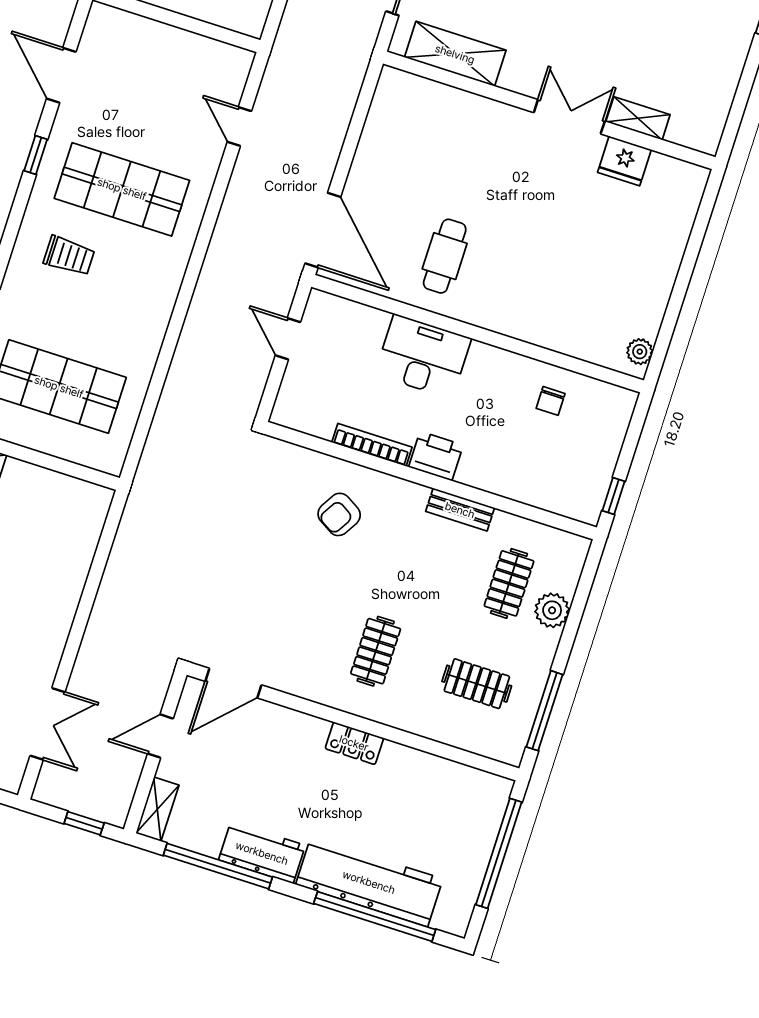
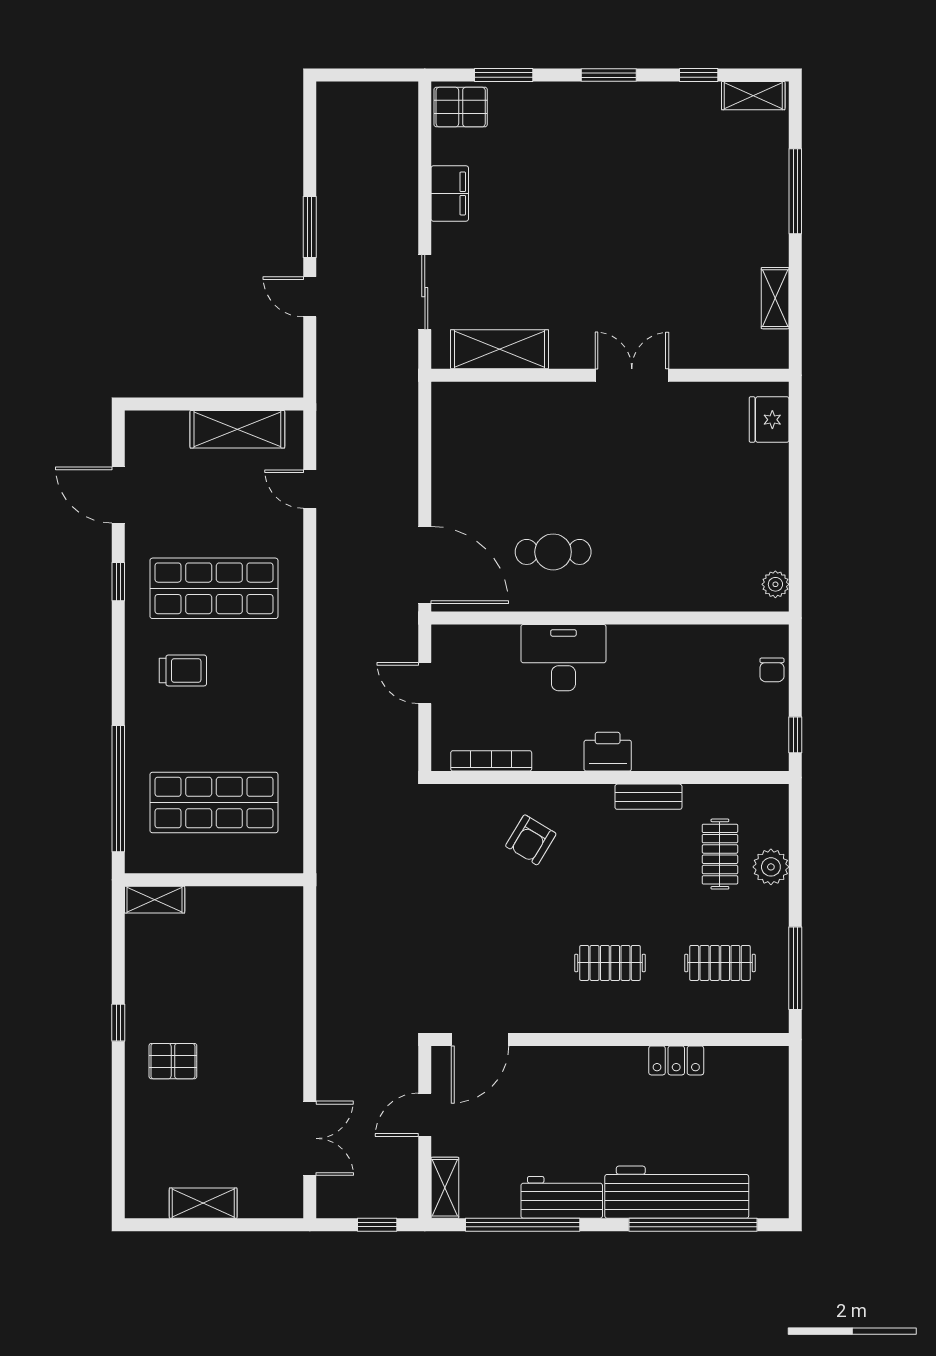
shelving: (190, 50) -> (237, 429), added
shelving: (638, 118) -> (775, 298), moved, turned 90
fridge: (624, 161) -> (769, 420), moved, turned 90
cafe table: (445, 256) -> (553, 552), turned 90
chair: (551, 401) -> (772, 670), moved
bookcase: (372, 445) -> (491, 761), moved
clothes rail: (376, 651) -> (610, 963), turned 90
locker: (354, 743) -> (676, 1060), moved
window: (499, 853) -> (795, 1123), removed

